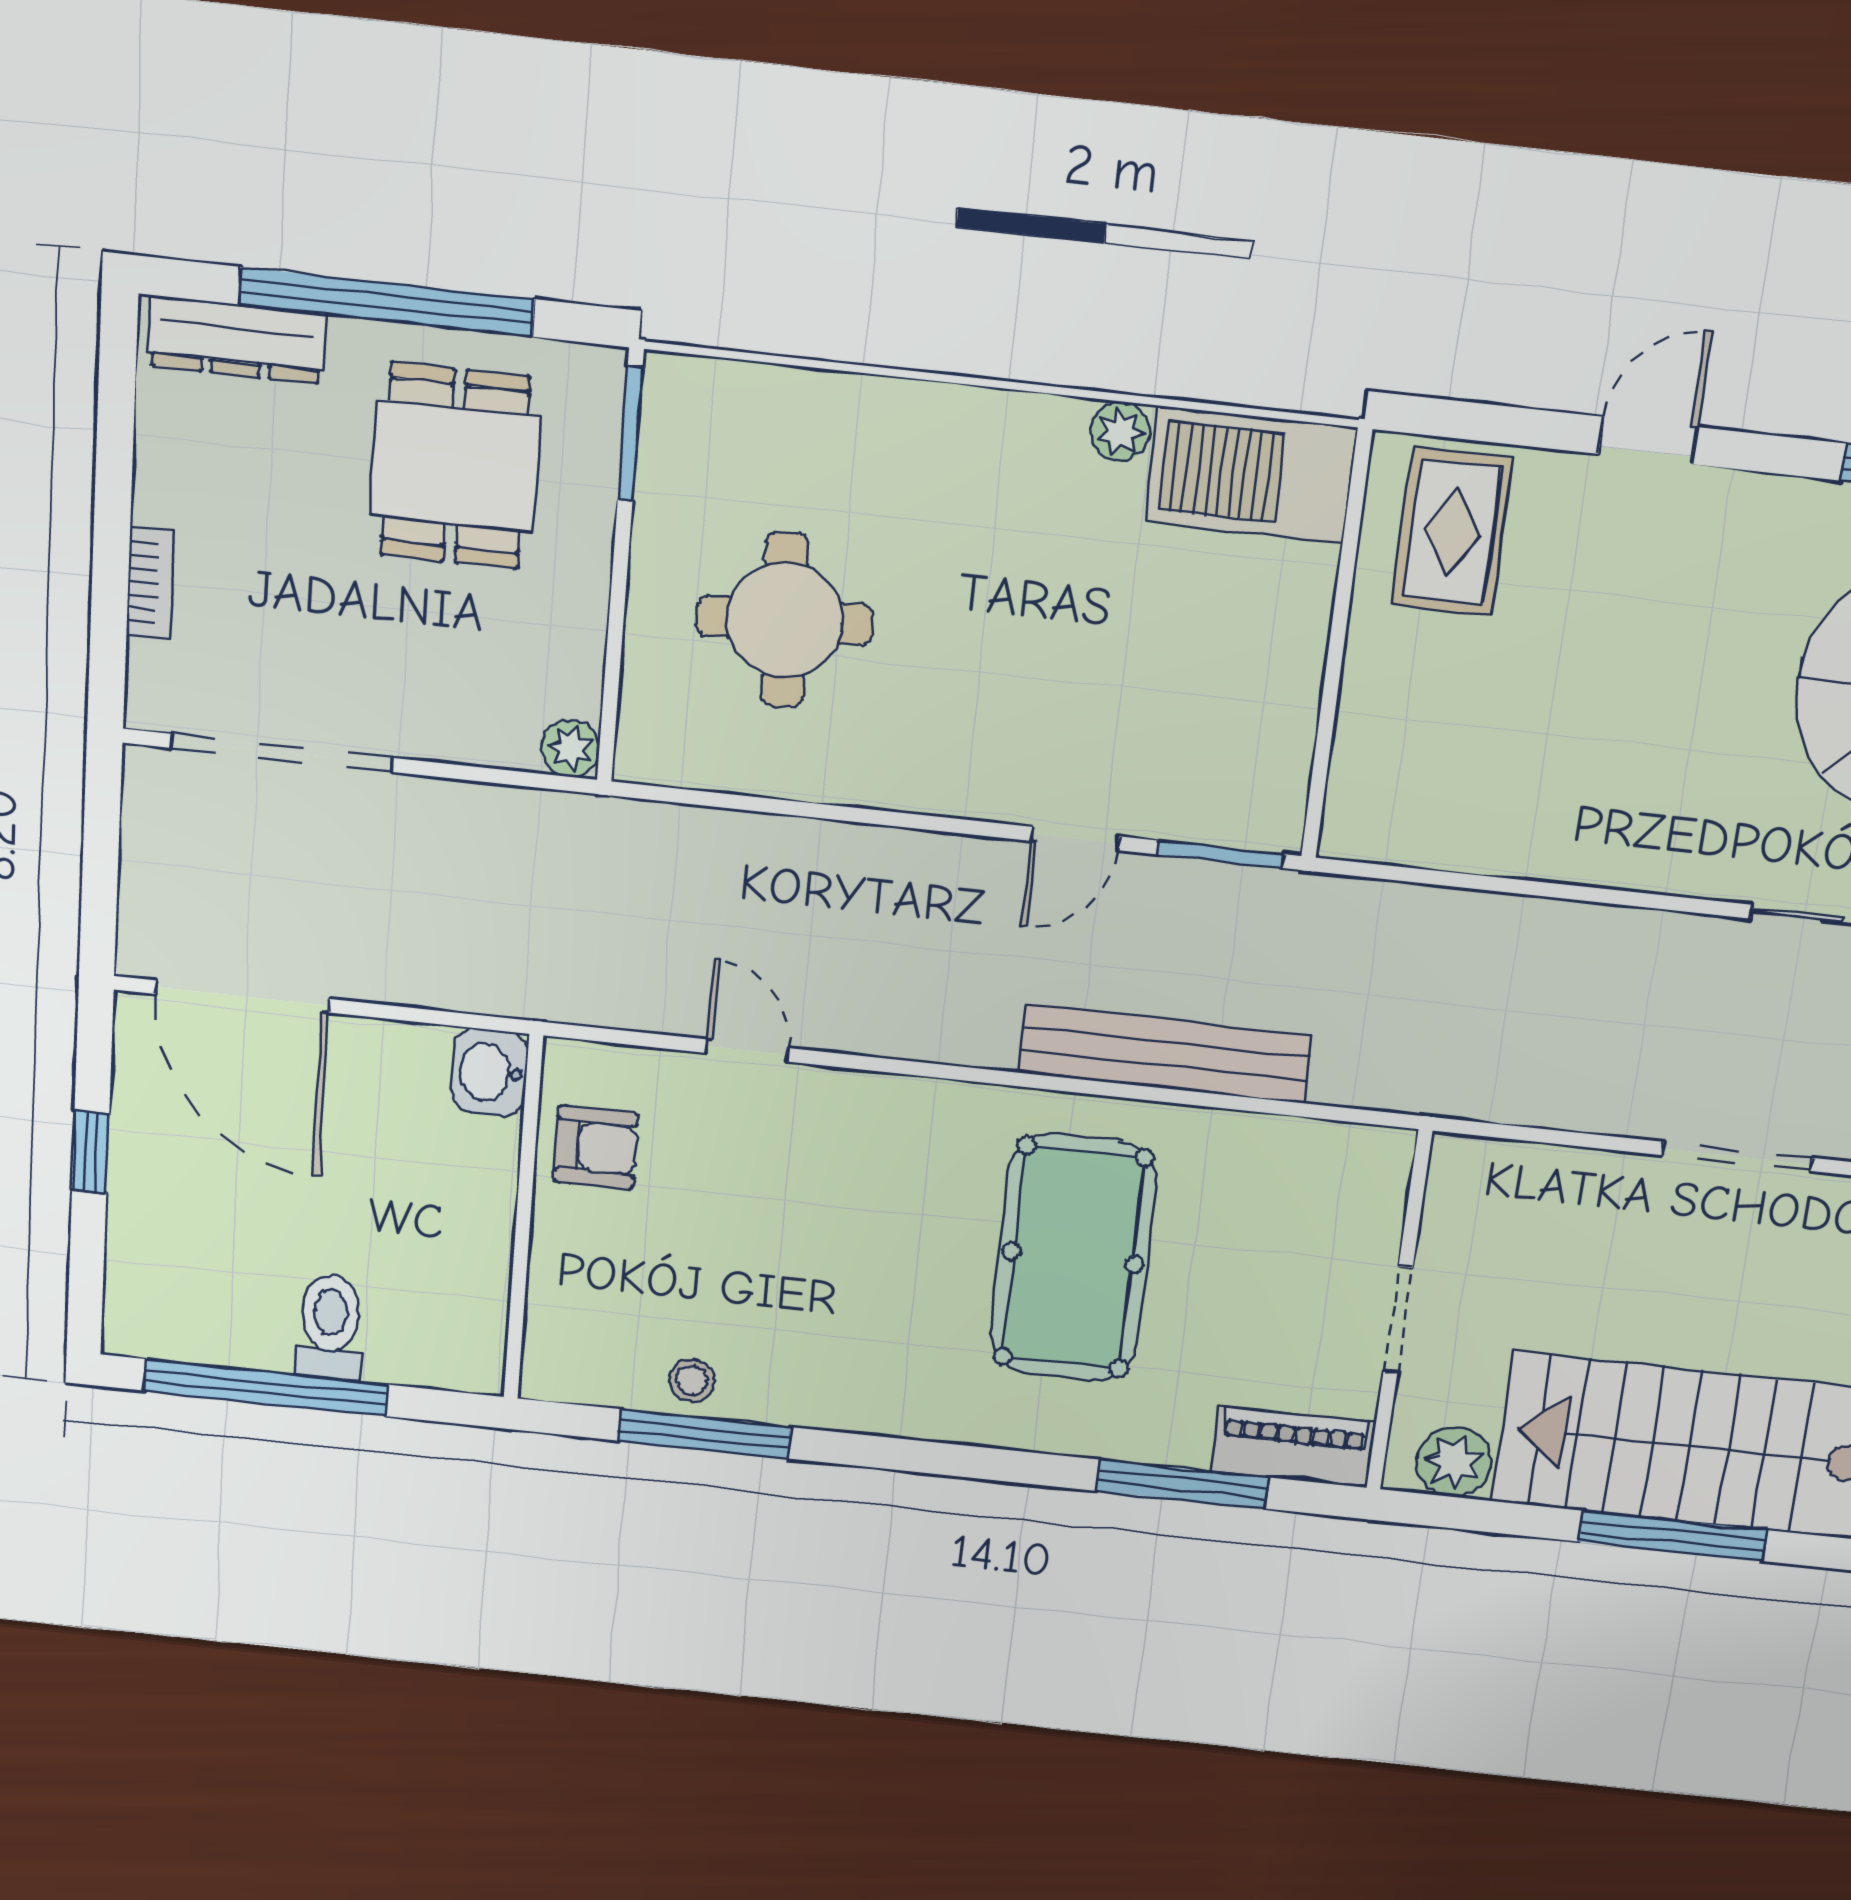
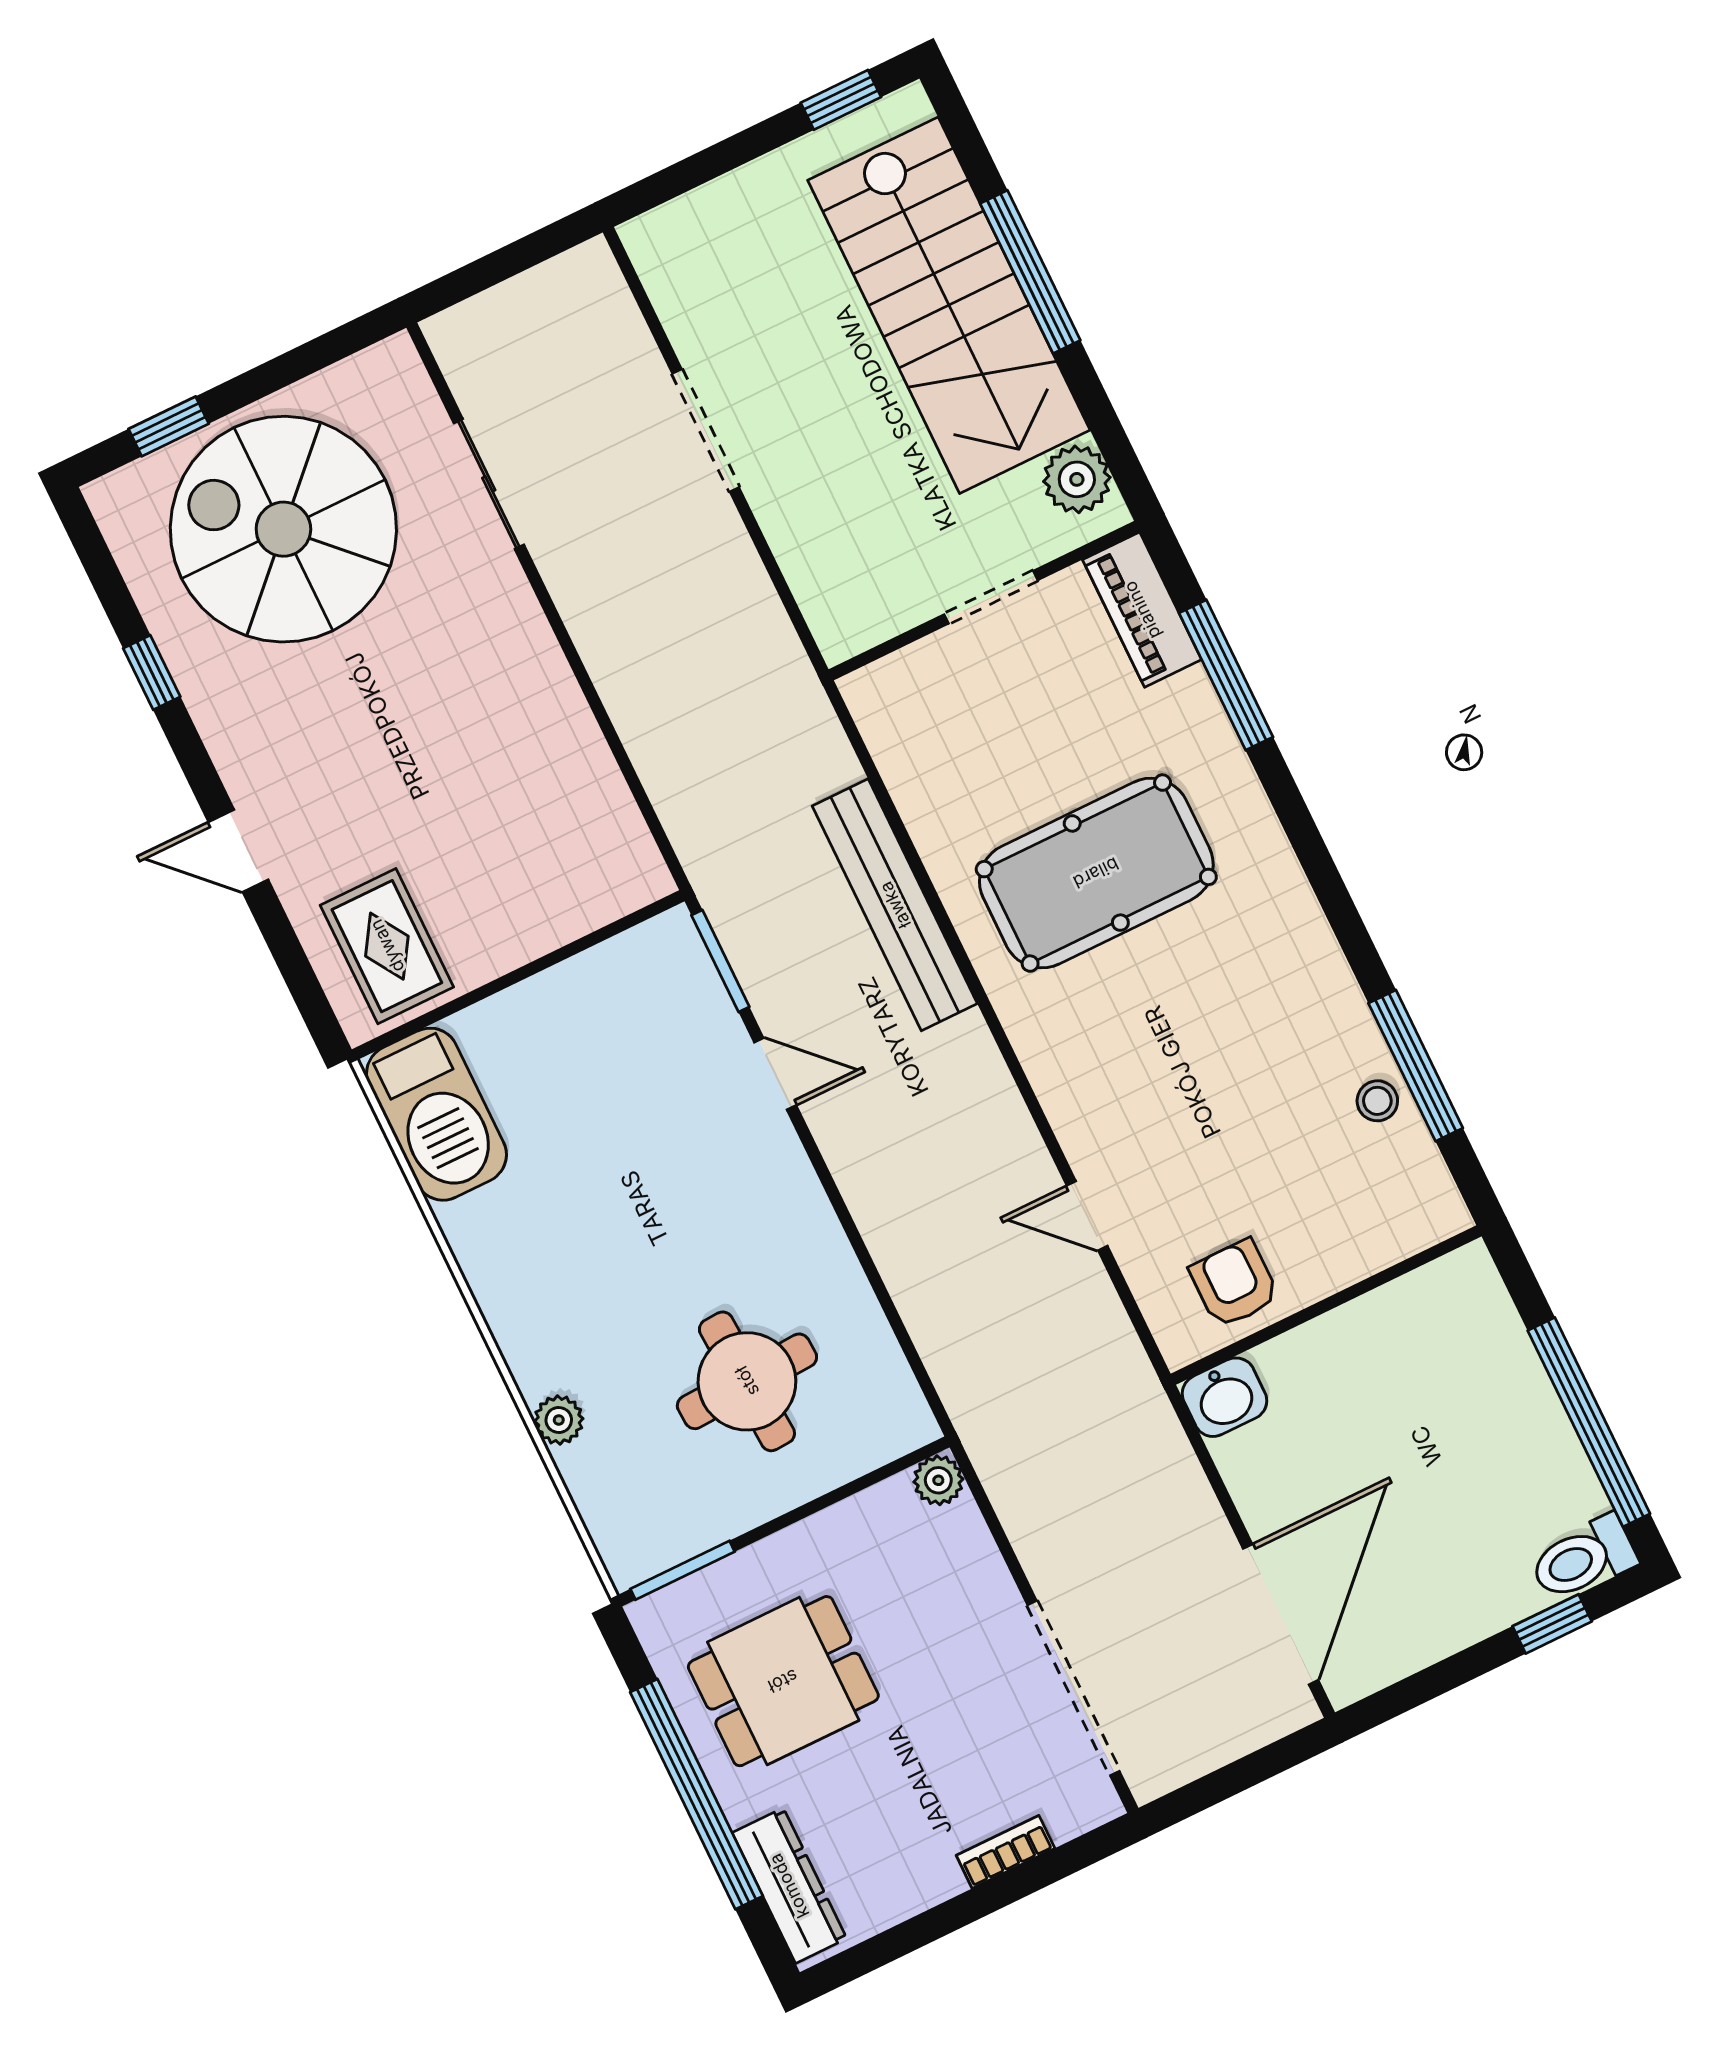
plant: (1120, 431) -> (559, 1420), moved
rug: (1452, 532) -> (387, 946), turned 90
door: (747, 1050) -> (1087, 1216), hinge flipped
window: (90, 1153) -> (1552, 1624), moved
toilet: (330, 1327) -> (1583, 1558), moved

